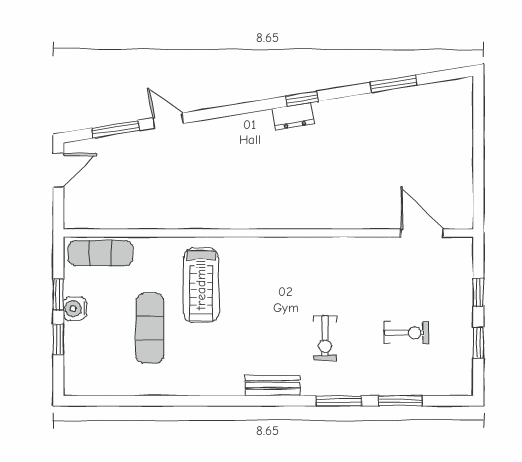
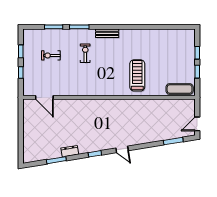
dresser: (294, 116) -> (70, 151), moved
door: (168, 121) -> (122, 149), moved
water cooler: (75, 309) -> (190, 66), removed
exercise mat: (150, 328) -> (159, 57), removed

